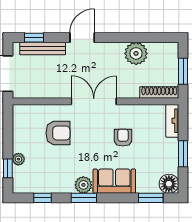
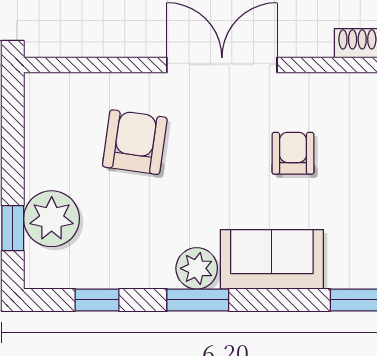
armchair: (58, 133) -> (135, 142), turned -82
plant: (18, 159) -> (52, 219), width x1.88, depth x1.88

